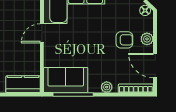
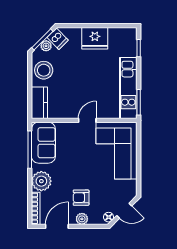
door: (42, 33) -> (87, 120), hinge flipped
armchair: (124, 40) -> (81, 198), turned 90
plant: (107, 87) -> (41, 181), width x1.87, depth x1.87

